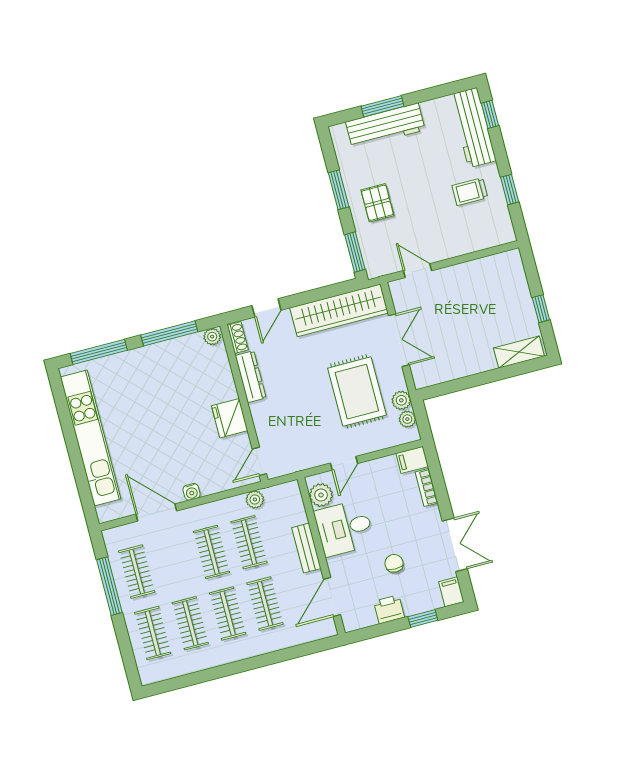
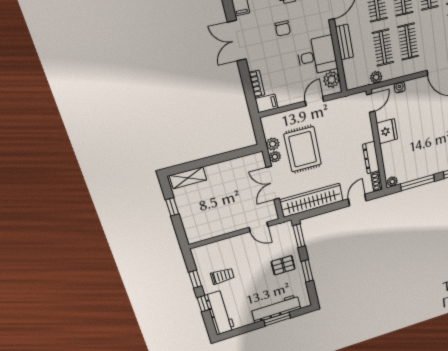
window: (490, 114) -> (203, 304), moved
pallet: (377, 203) -> (283, 265), turned 90
plant: (407, 419) -> (275, 157), moved
water cooler: (192, 492) -> (400, 87), moved

